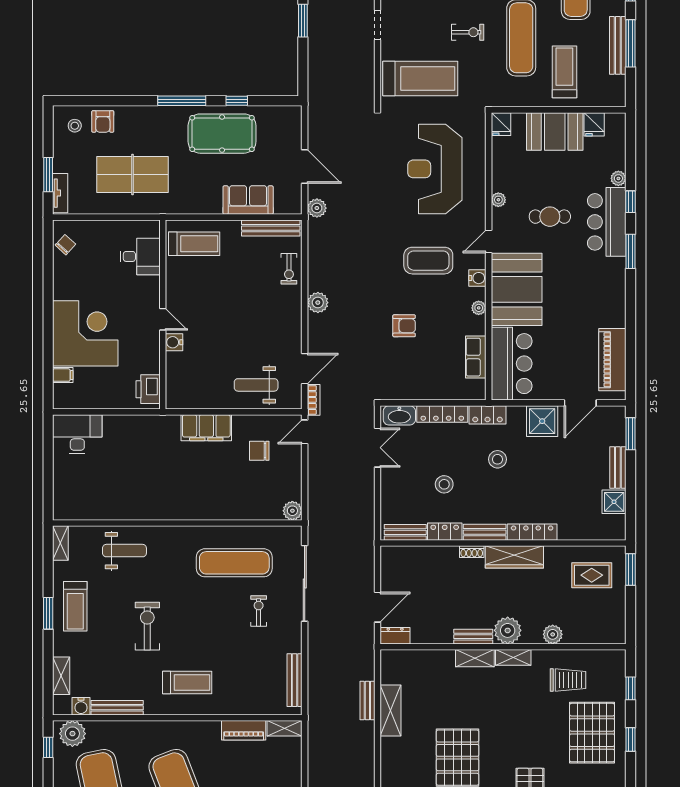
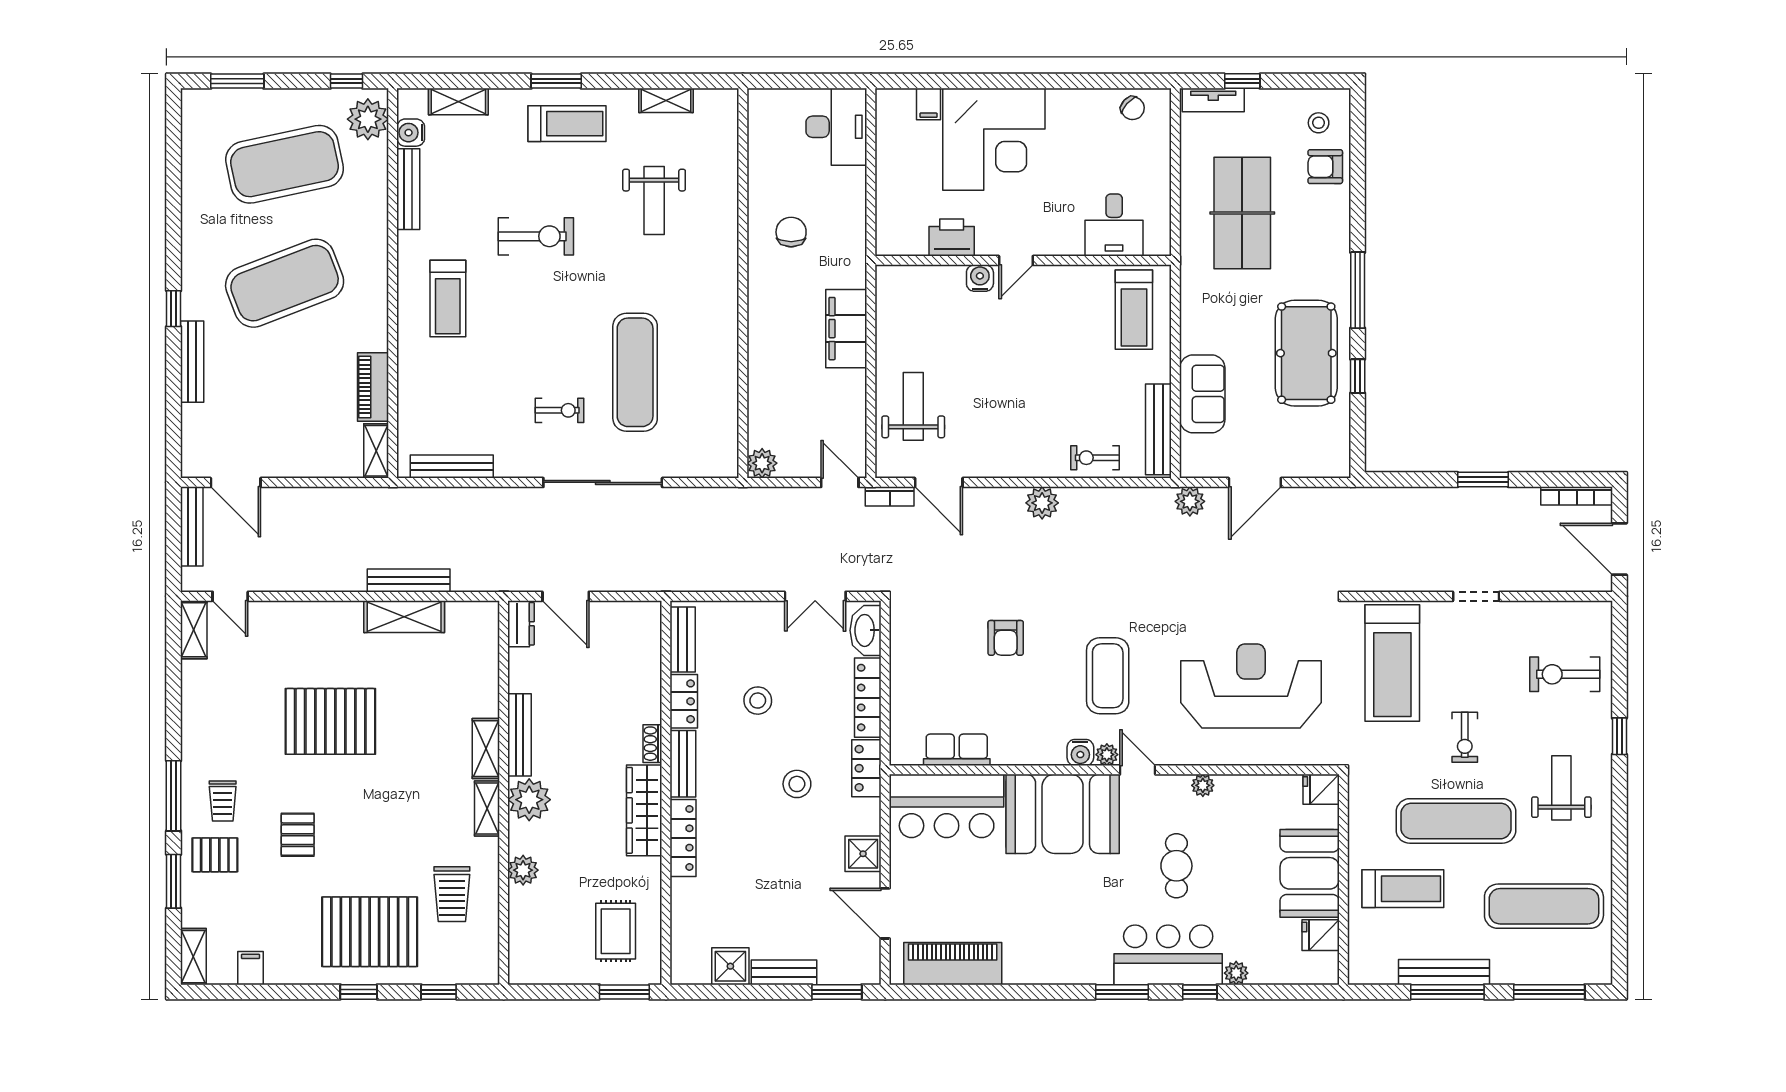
window: (48, 175) -> (1242, 81), width x0.67
plant: (479, 308) -> (1107, 755), moved
printer: (148, 389) -> (952, 237), moved
shower: (542, 421) -> (863, 854), width x0.73, depth x0.73
chair: (259, 451) -> (791, 232), moved
plant: (292, 511) -> (762, 463), moved
wall: (177, 523) -> (743, 283), moved
treadmill: (75, 606) -> (567, 124), turned 180
bench: (473, 637) -> (520, 735), width x1.36
bench: (367, 701) -> (409, 580), width x1.36

